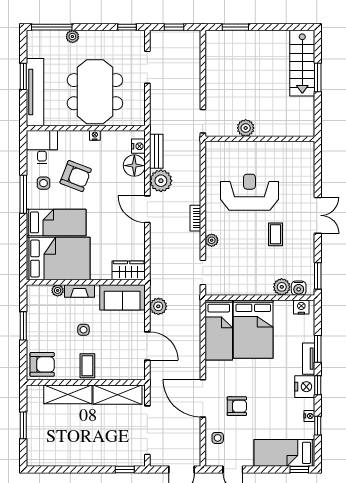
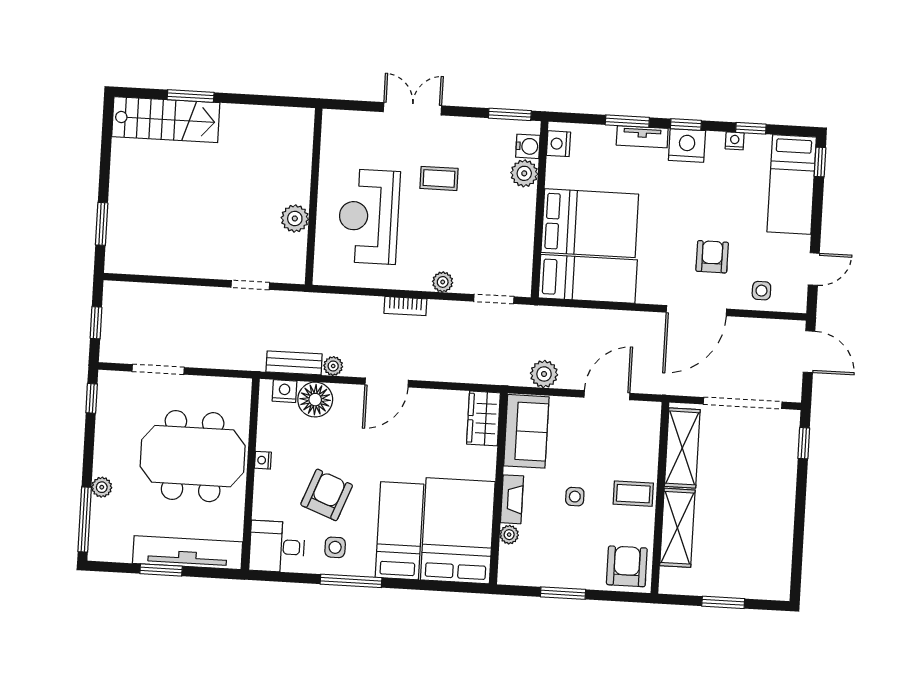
plant: (246, 128) -> (295, 218), moved
wall: (260, 139) -> (314, 196), moved
plant: (161, 181) -> (333, 366), width x0.53, depth x0.53

